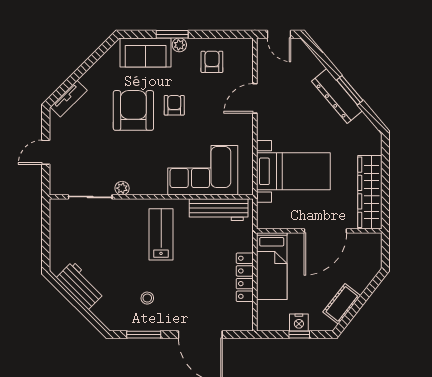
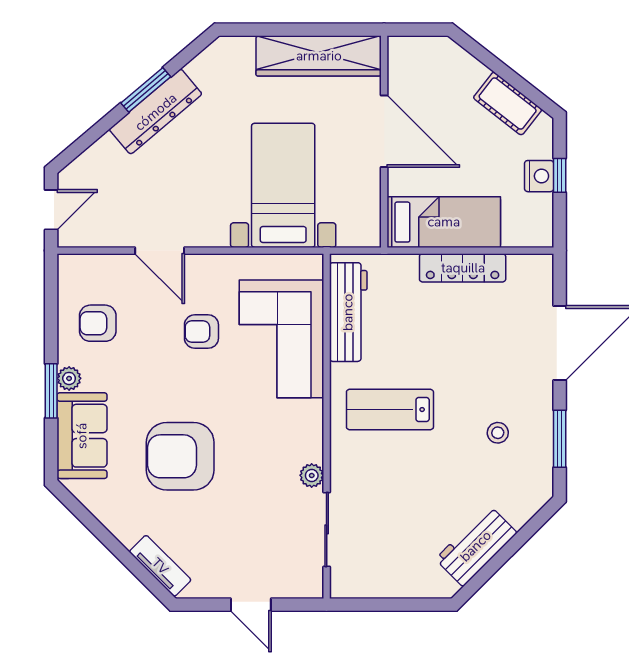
armchair: (174, 105) -> (201, 331), moved

